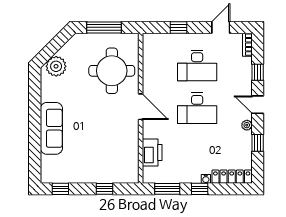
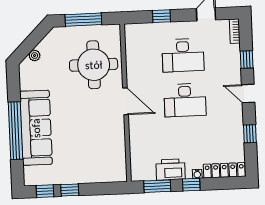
plant: (56, 66) -> (35, 55), width x0.53, depth x0.53
plant: (247, 125) -> (238, 116), removed
sofa: (51, 128) -> (36, 128), width x1.36, depth x1.27
window: (35, 130) -> (15, 131), added
printer: (152, 152) -> (171, 169), moved, turned -90
window: (104, 189) -> (70, 190), moved

